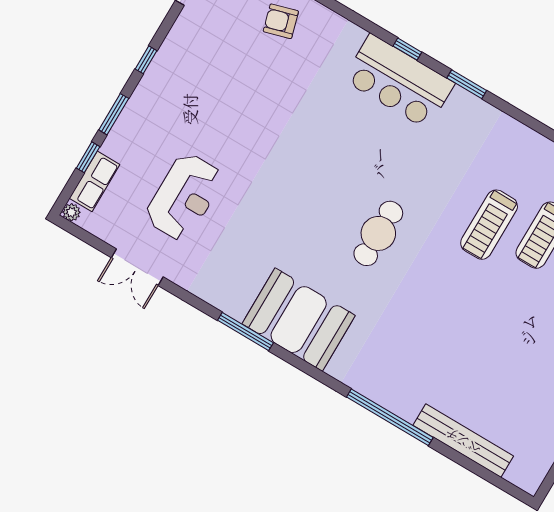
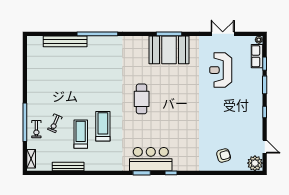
bar counter: (399, 81) -> (151, 159), moved
booth: (299, 320) -> (169, 50), moved

